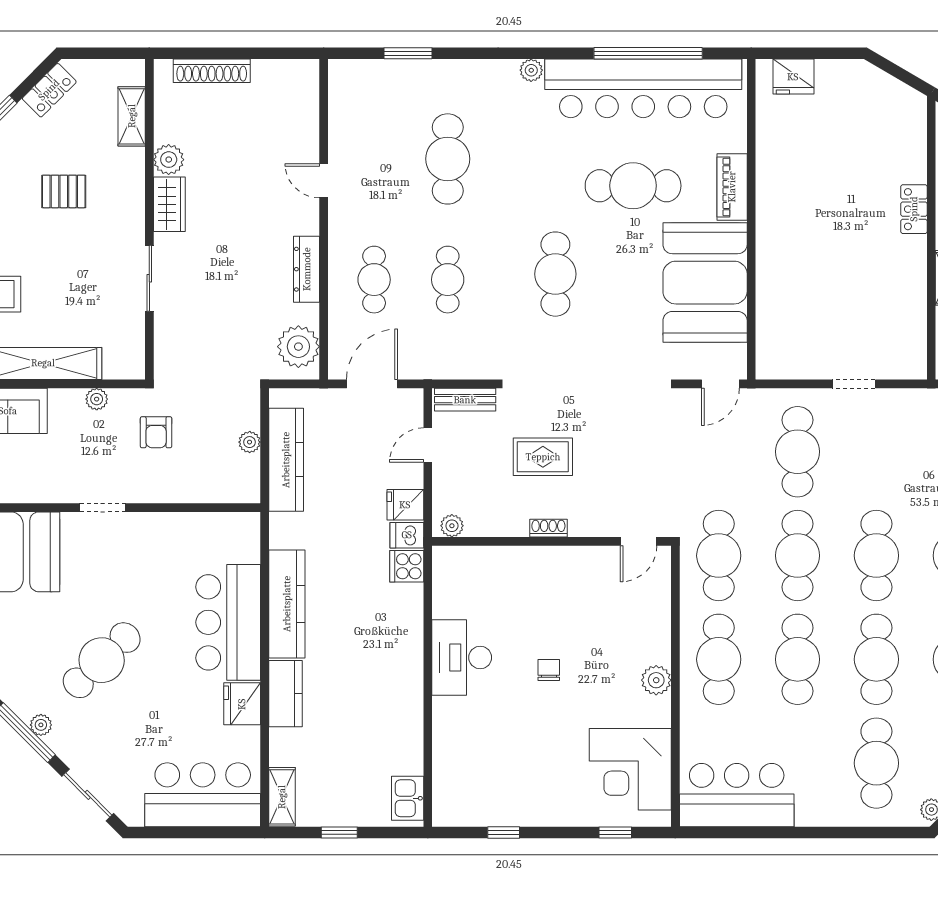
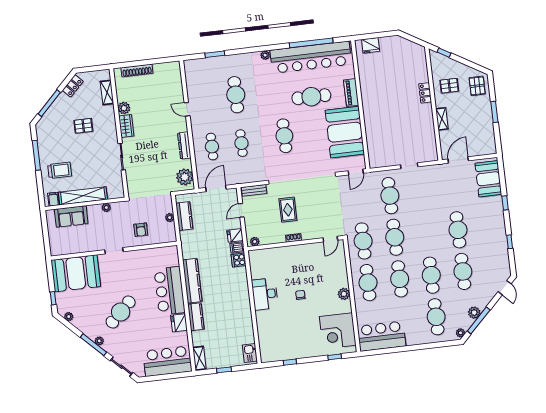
armchair: (156, 432) -> (141, 230), moved
rug: (543, 457) -> (288, 210), turned 90
kitchen counter: (286, 460) -> (184, 216), width x0.67
cafe table: (876, 556) -> (426, 234), removed

